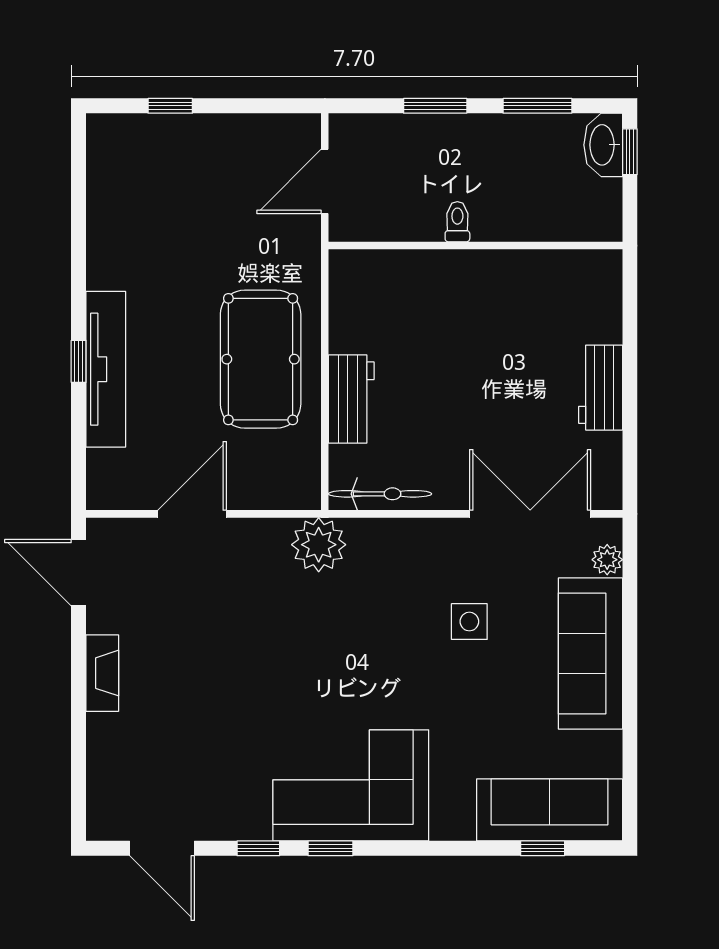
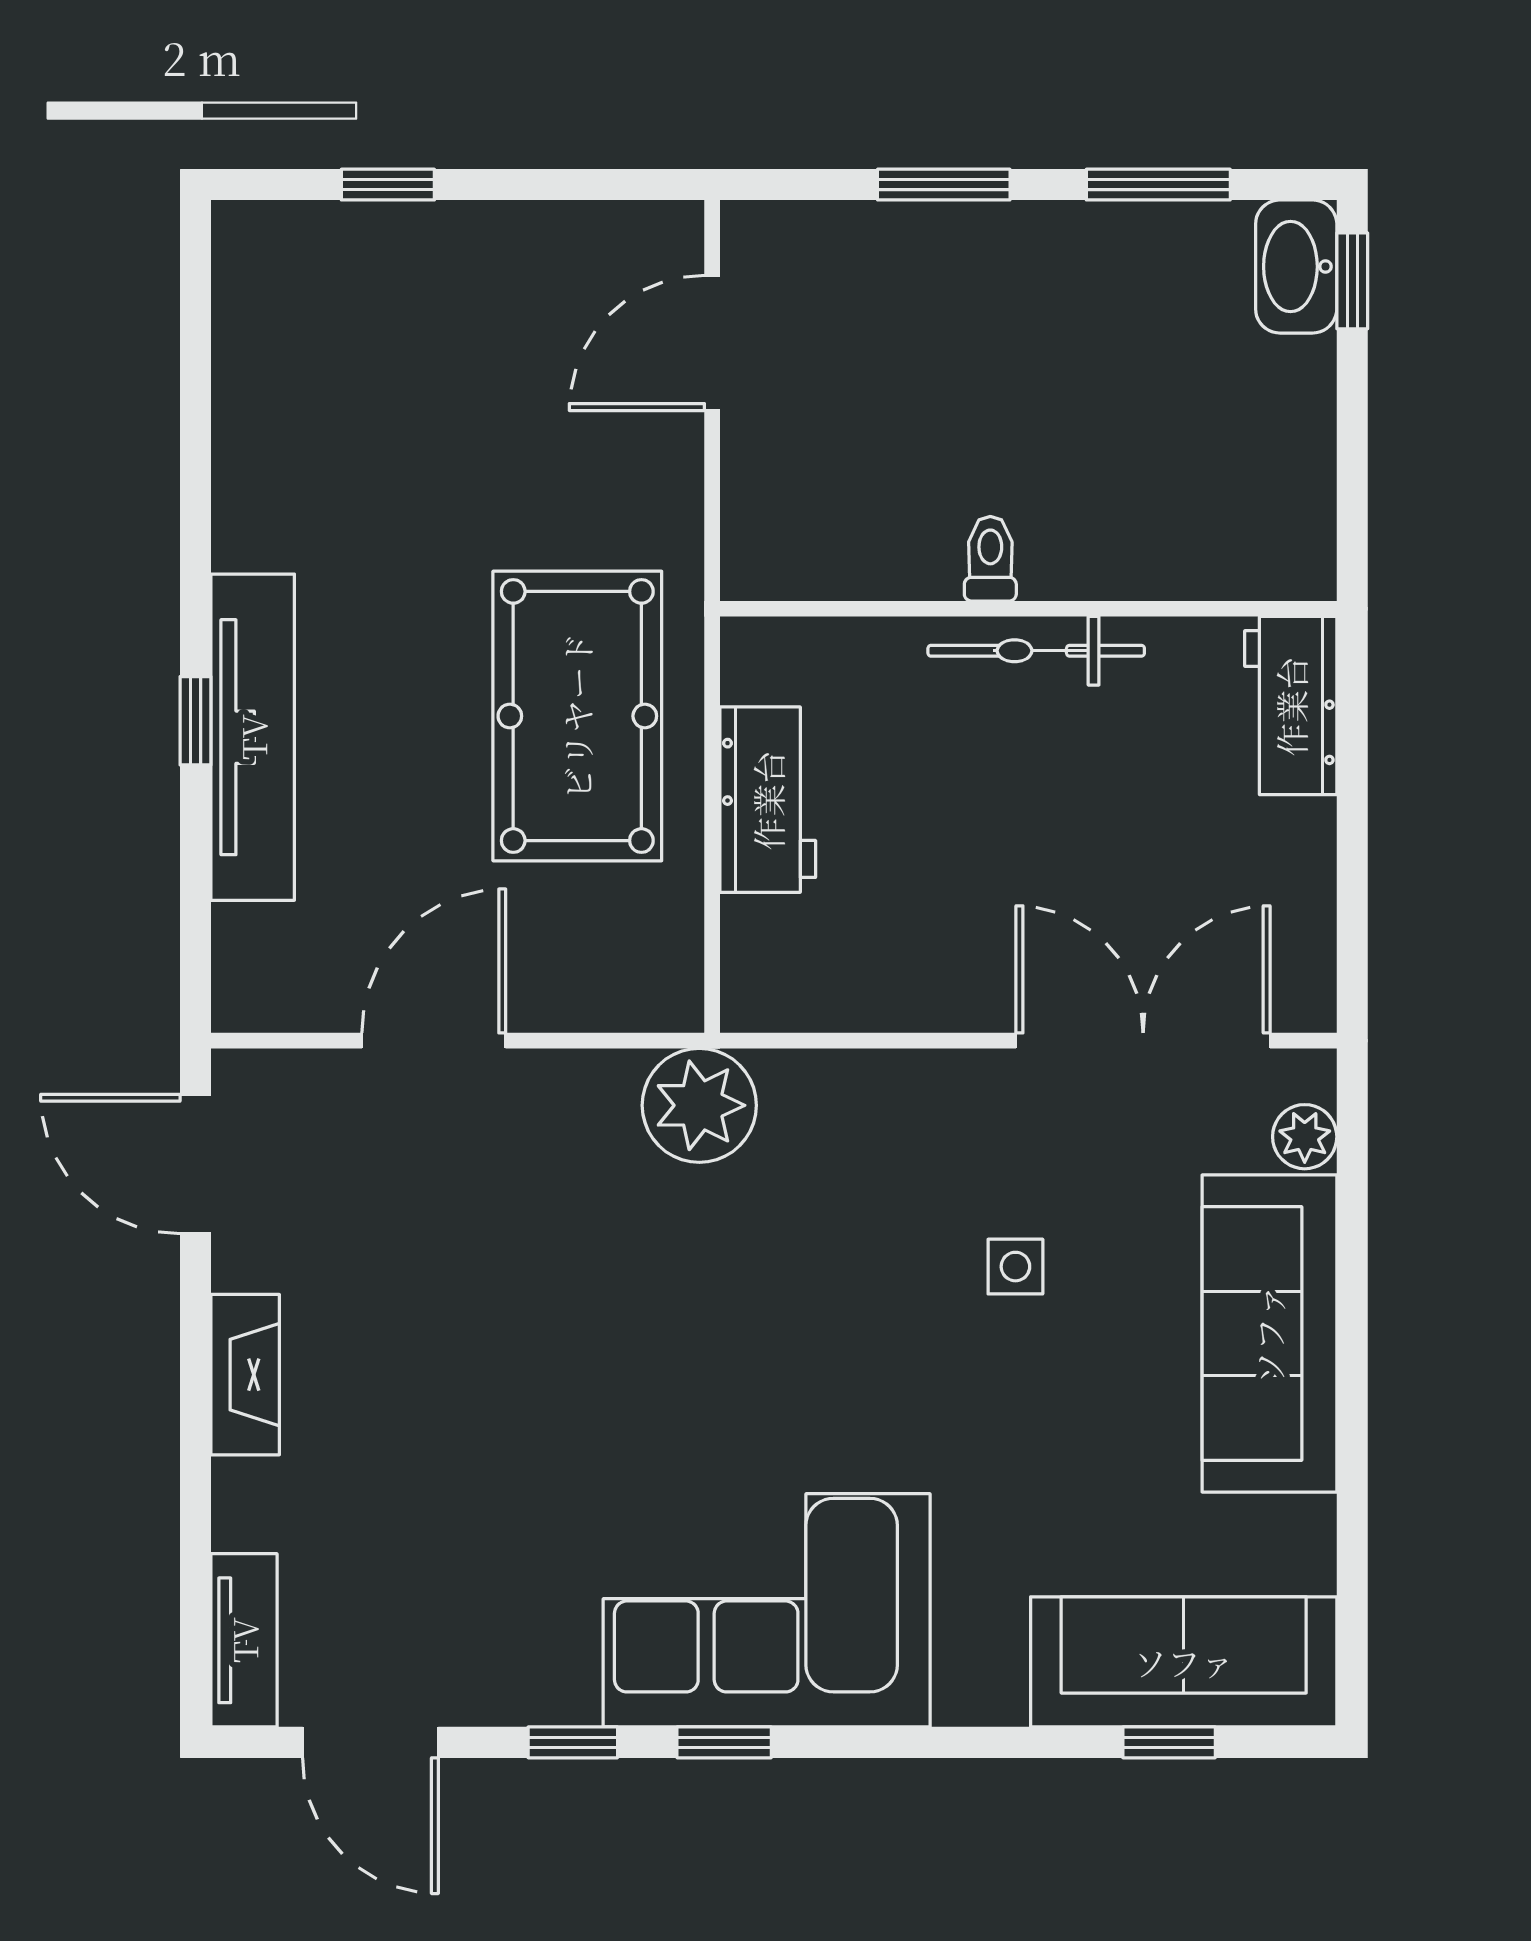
toilet: (457, 222) -> (990, 559), moved
wall: (476, 246) -> (1028, 609), moved
workbench: (601, 388) -> (1291, 706), moved
bicycle: (380, 494) -> (1036, 651), moved, turned 180
side table: (469, 622) -> (1015, 1267), width x0.73, depth x0.73
tv unit: (102, 800) -> (244, 1640), added

